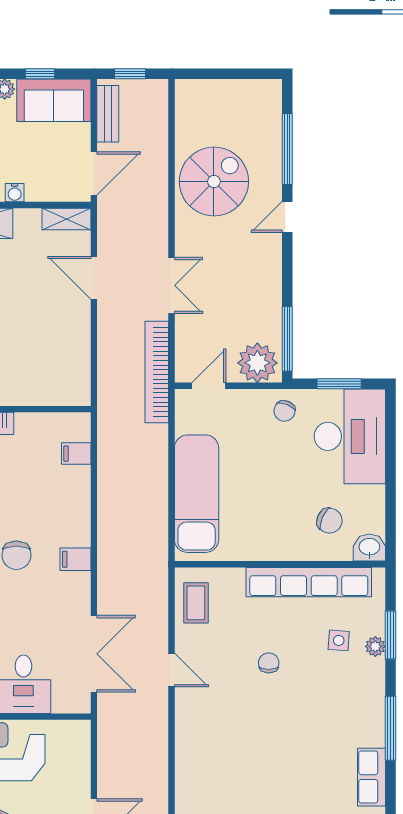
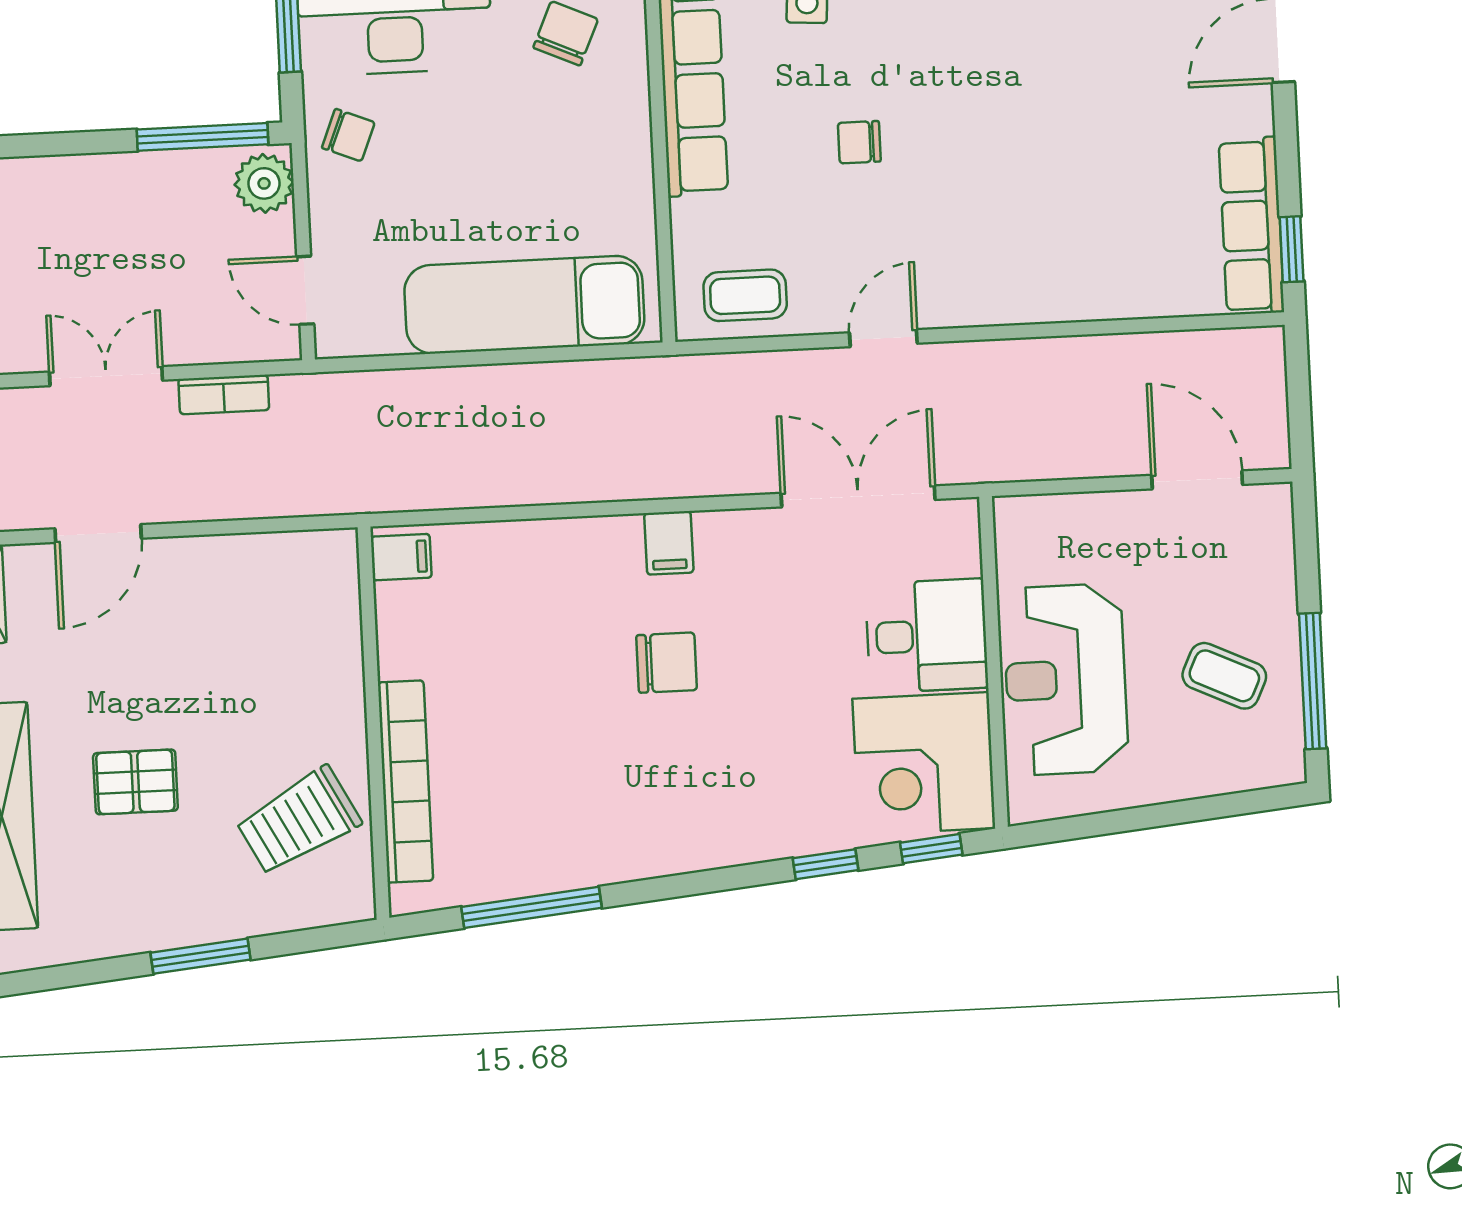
plant: (257, 363) -> (264, 183), width x0.73, depth x0.73
bookcase: (157, 372) -> (224, 394), width x0.43, depth x0.76
filing cabinet: (76, 454) -> (401, 557), moved, turned -90

